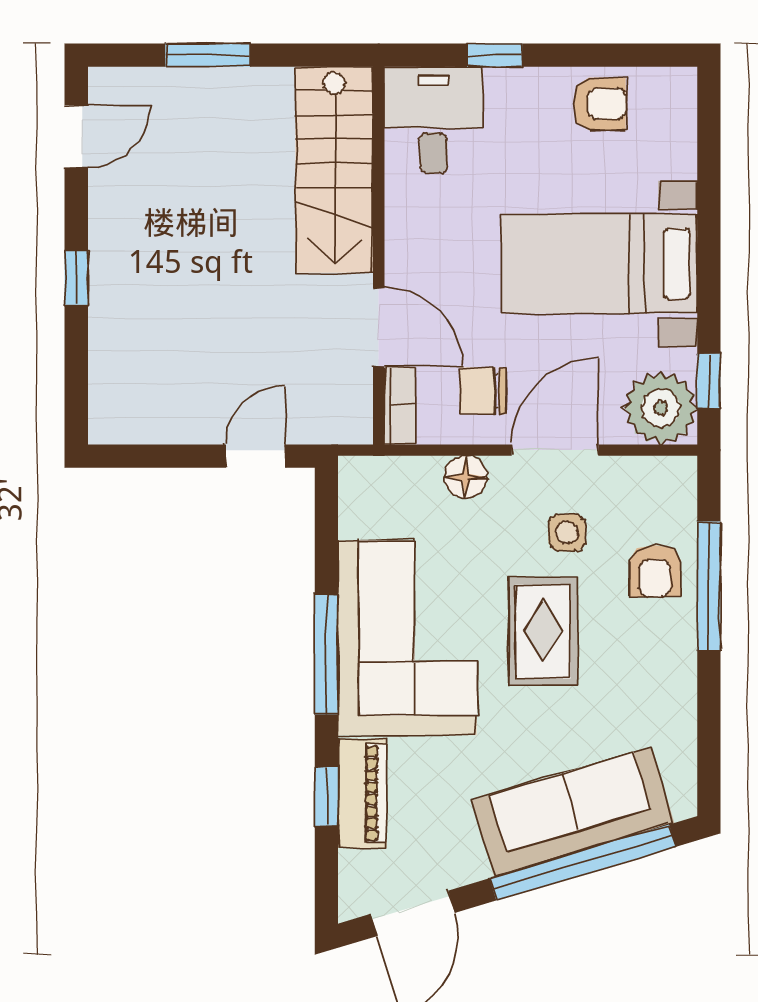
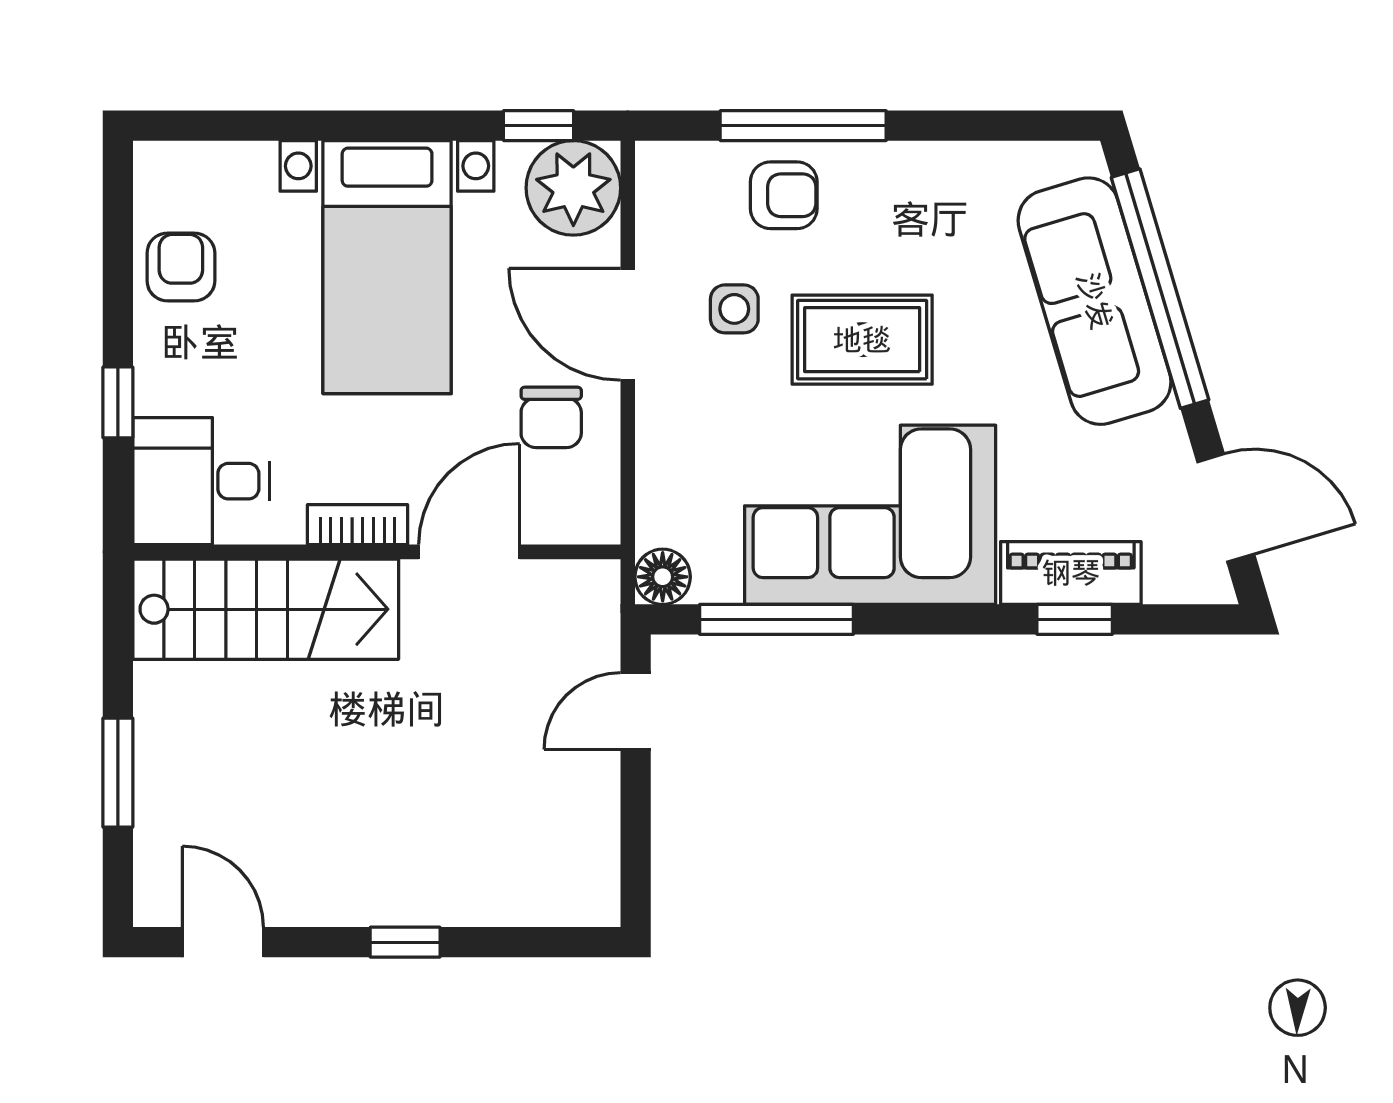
bookcase: (400, 406) -> (358, 525), moved
door: (255, 456) -> (636, 711), hinge flipped
floor lamp: (466, 477) -> (663, 577), moved
window: (326, 655) -> (776, 619), moved

